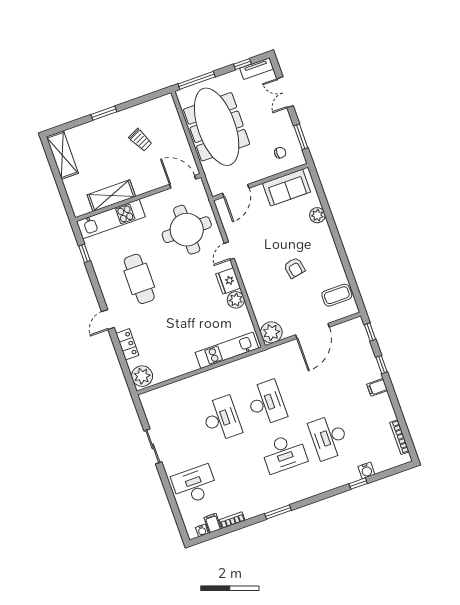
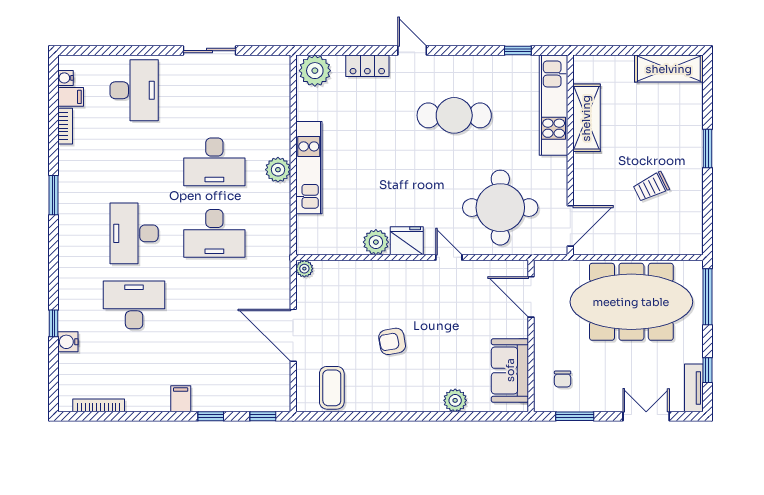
plant: (271, 332) -> (304, 269), width x0.53, depth x0.53
kitchen unit: (227, 350) -> (309, 168), moved
plant: (212, 377) -> (278, 170), added

